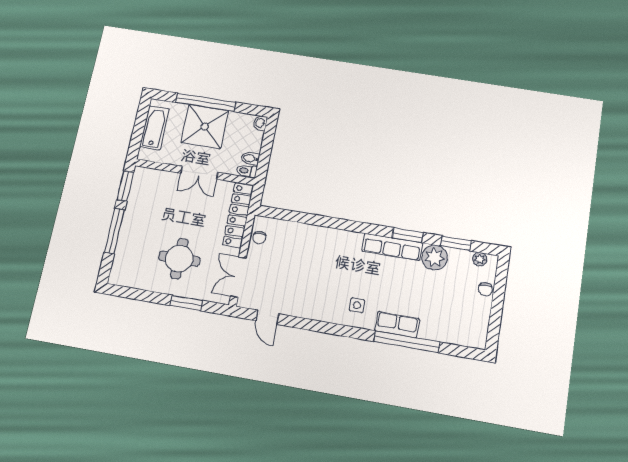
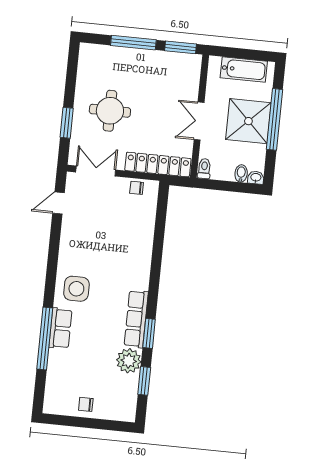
bidet: (250, 158) -> (241, 173), moved
plant: (480, 259) -> (130, 404), removed
chair: (485, 289) -> (86, 404), moved
side table: (357, 305) -> (76, 289), width x1.87, depth x1.87

